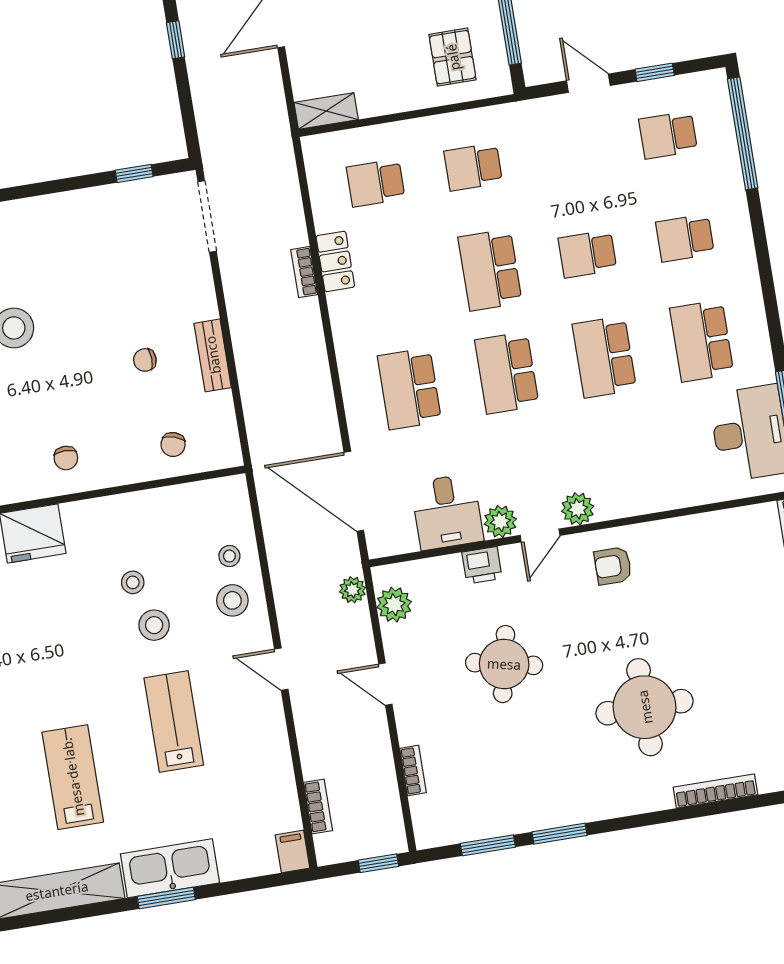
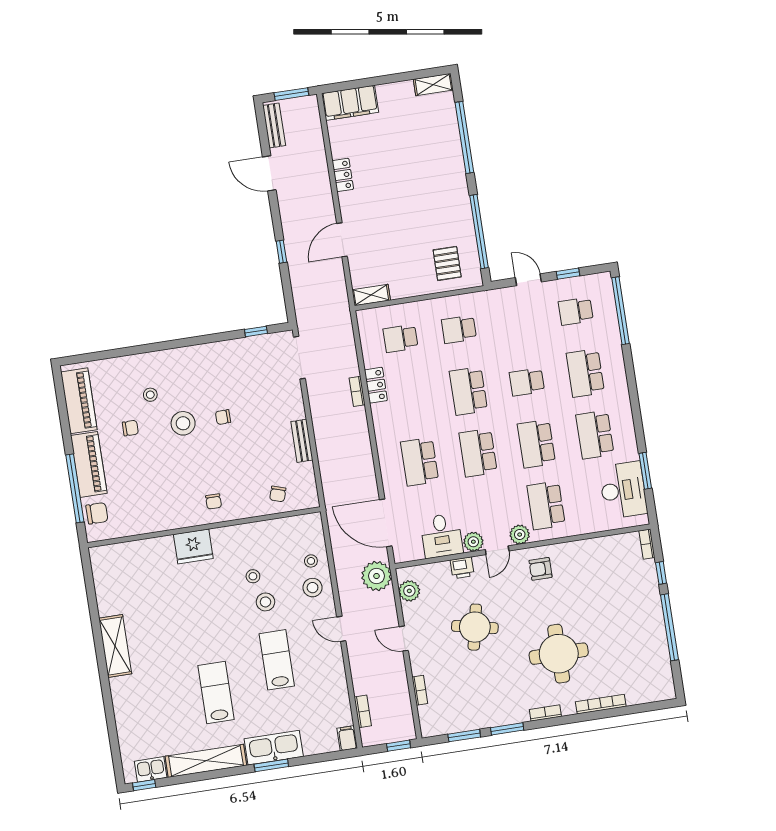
school desk: (685, 238) -> (585, 373), width x1.85
chair: (145, 360) -> (223, 417), moved
school desk: (621, 460) -> (546, 505), added
plant: (353, 590) -> (377, 576), width x1.88, depth x1.88
bookcase: (623, 806) -> (545, 713), added

